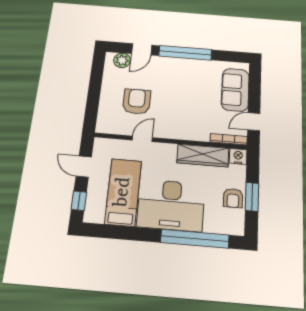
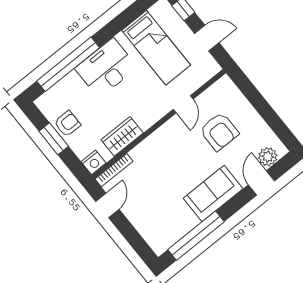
window: (185, 53) -> (196, 236), moved
sofa: (235, 90) -> (213, 193), moved, turned -90
wardrobe: (203, 156) -> (122, 136), width x0.67
armchair: (233, 198) -> (67, 124), turned 90
desk: (171, 205) -> (106, 68), width x0.73, depth x0.77

